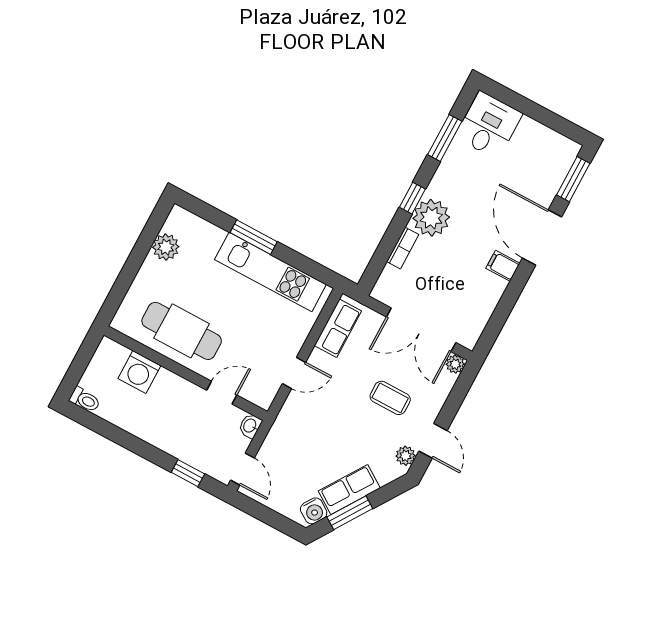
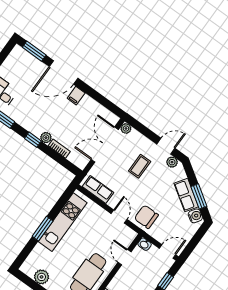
plant: (431, 218) -> (46, 138), width x0.53, depth x0.53
double door: (421, 330) -> (105, 145), swing flipped
chair: (300, 422) -> (146, 217), added

